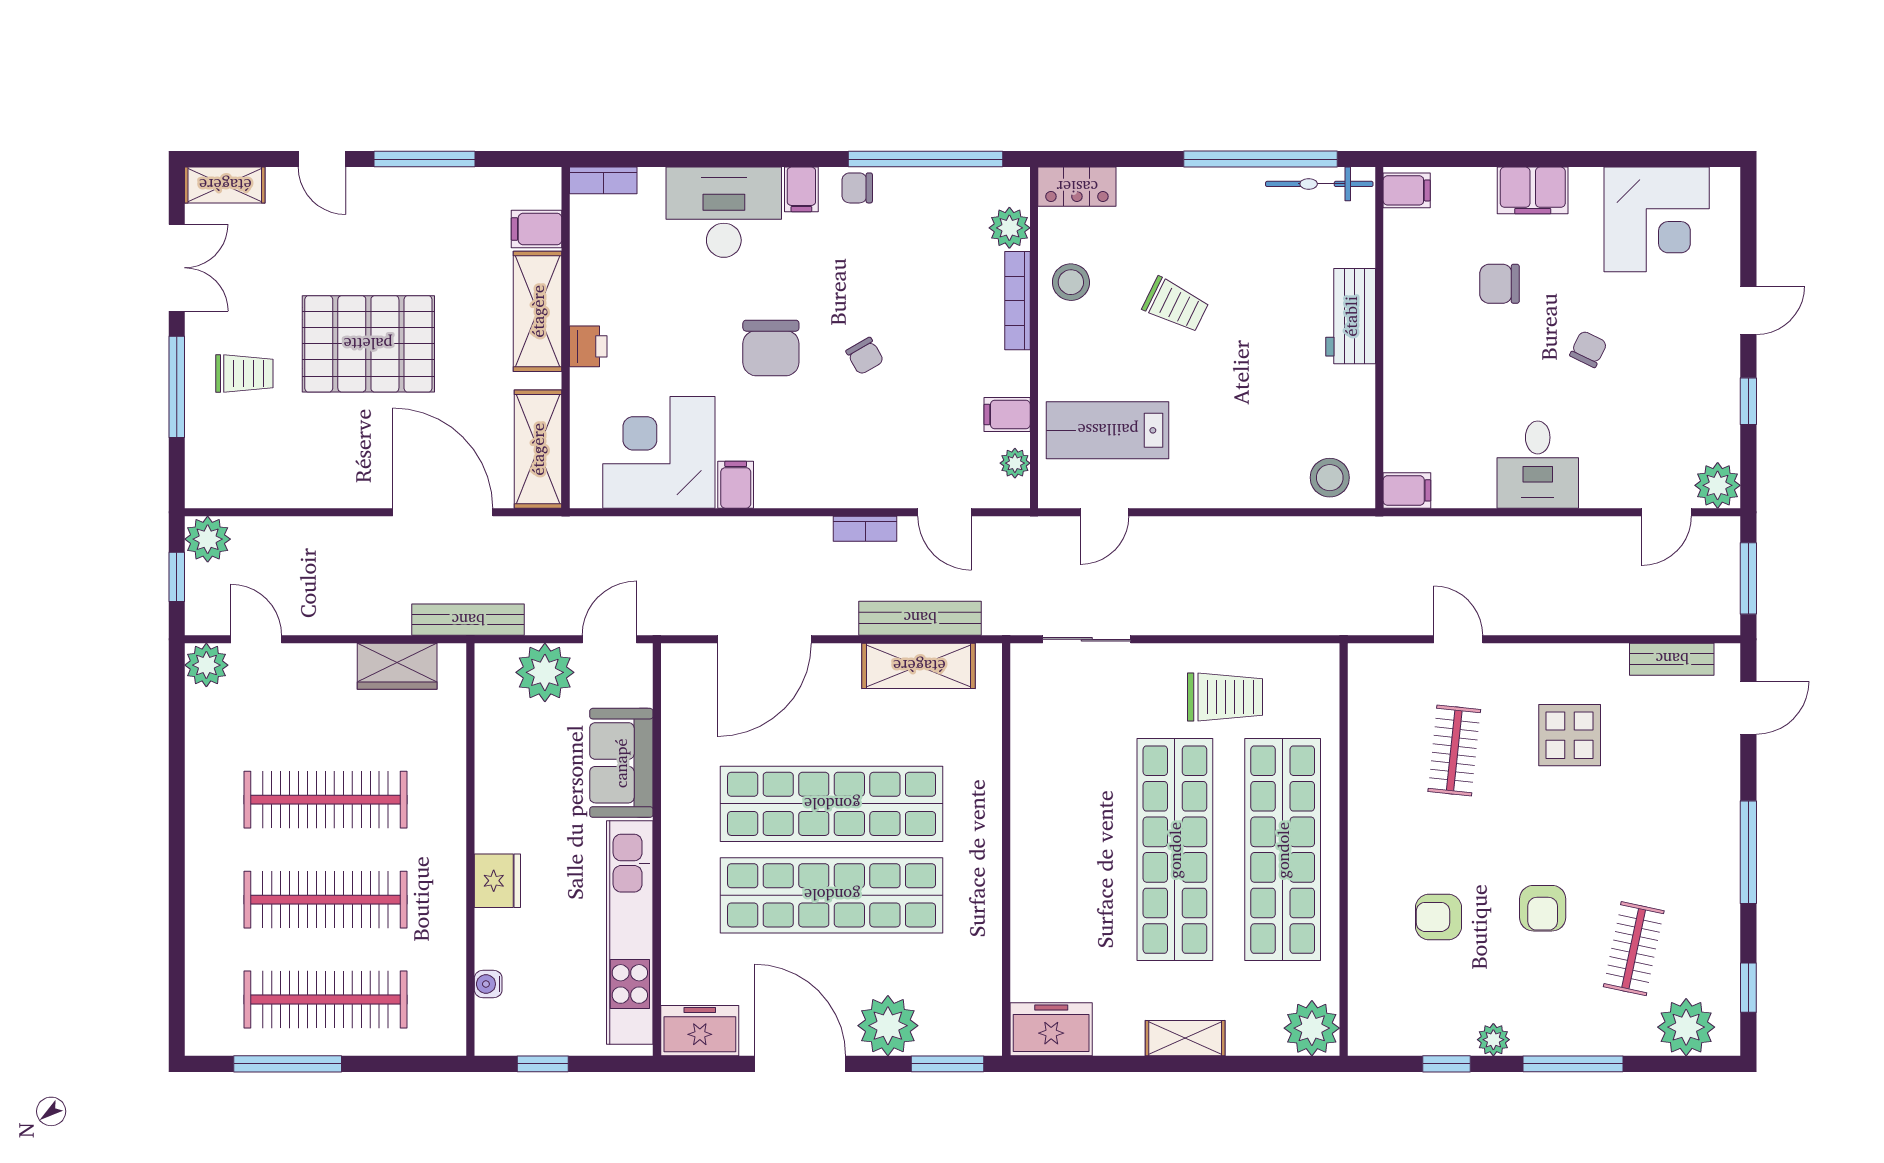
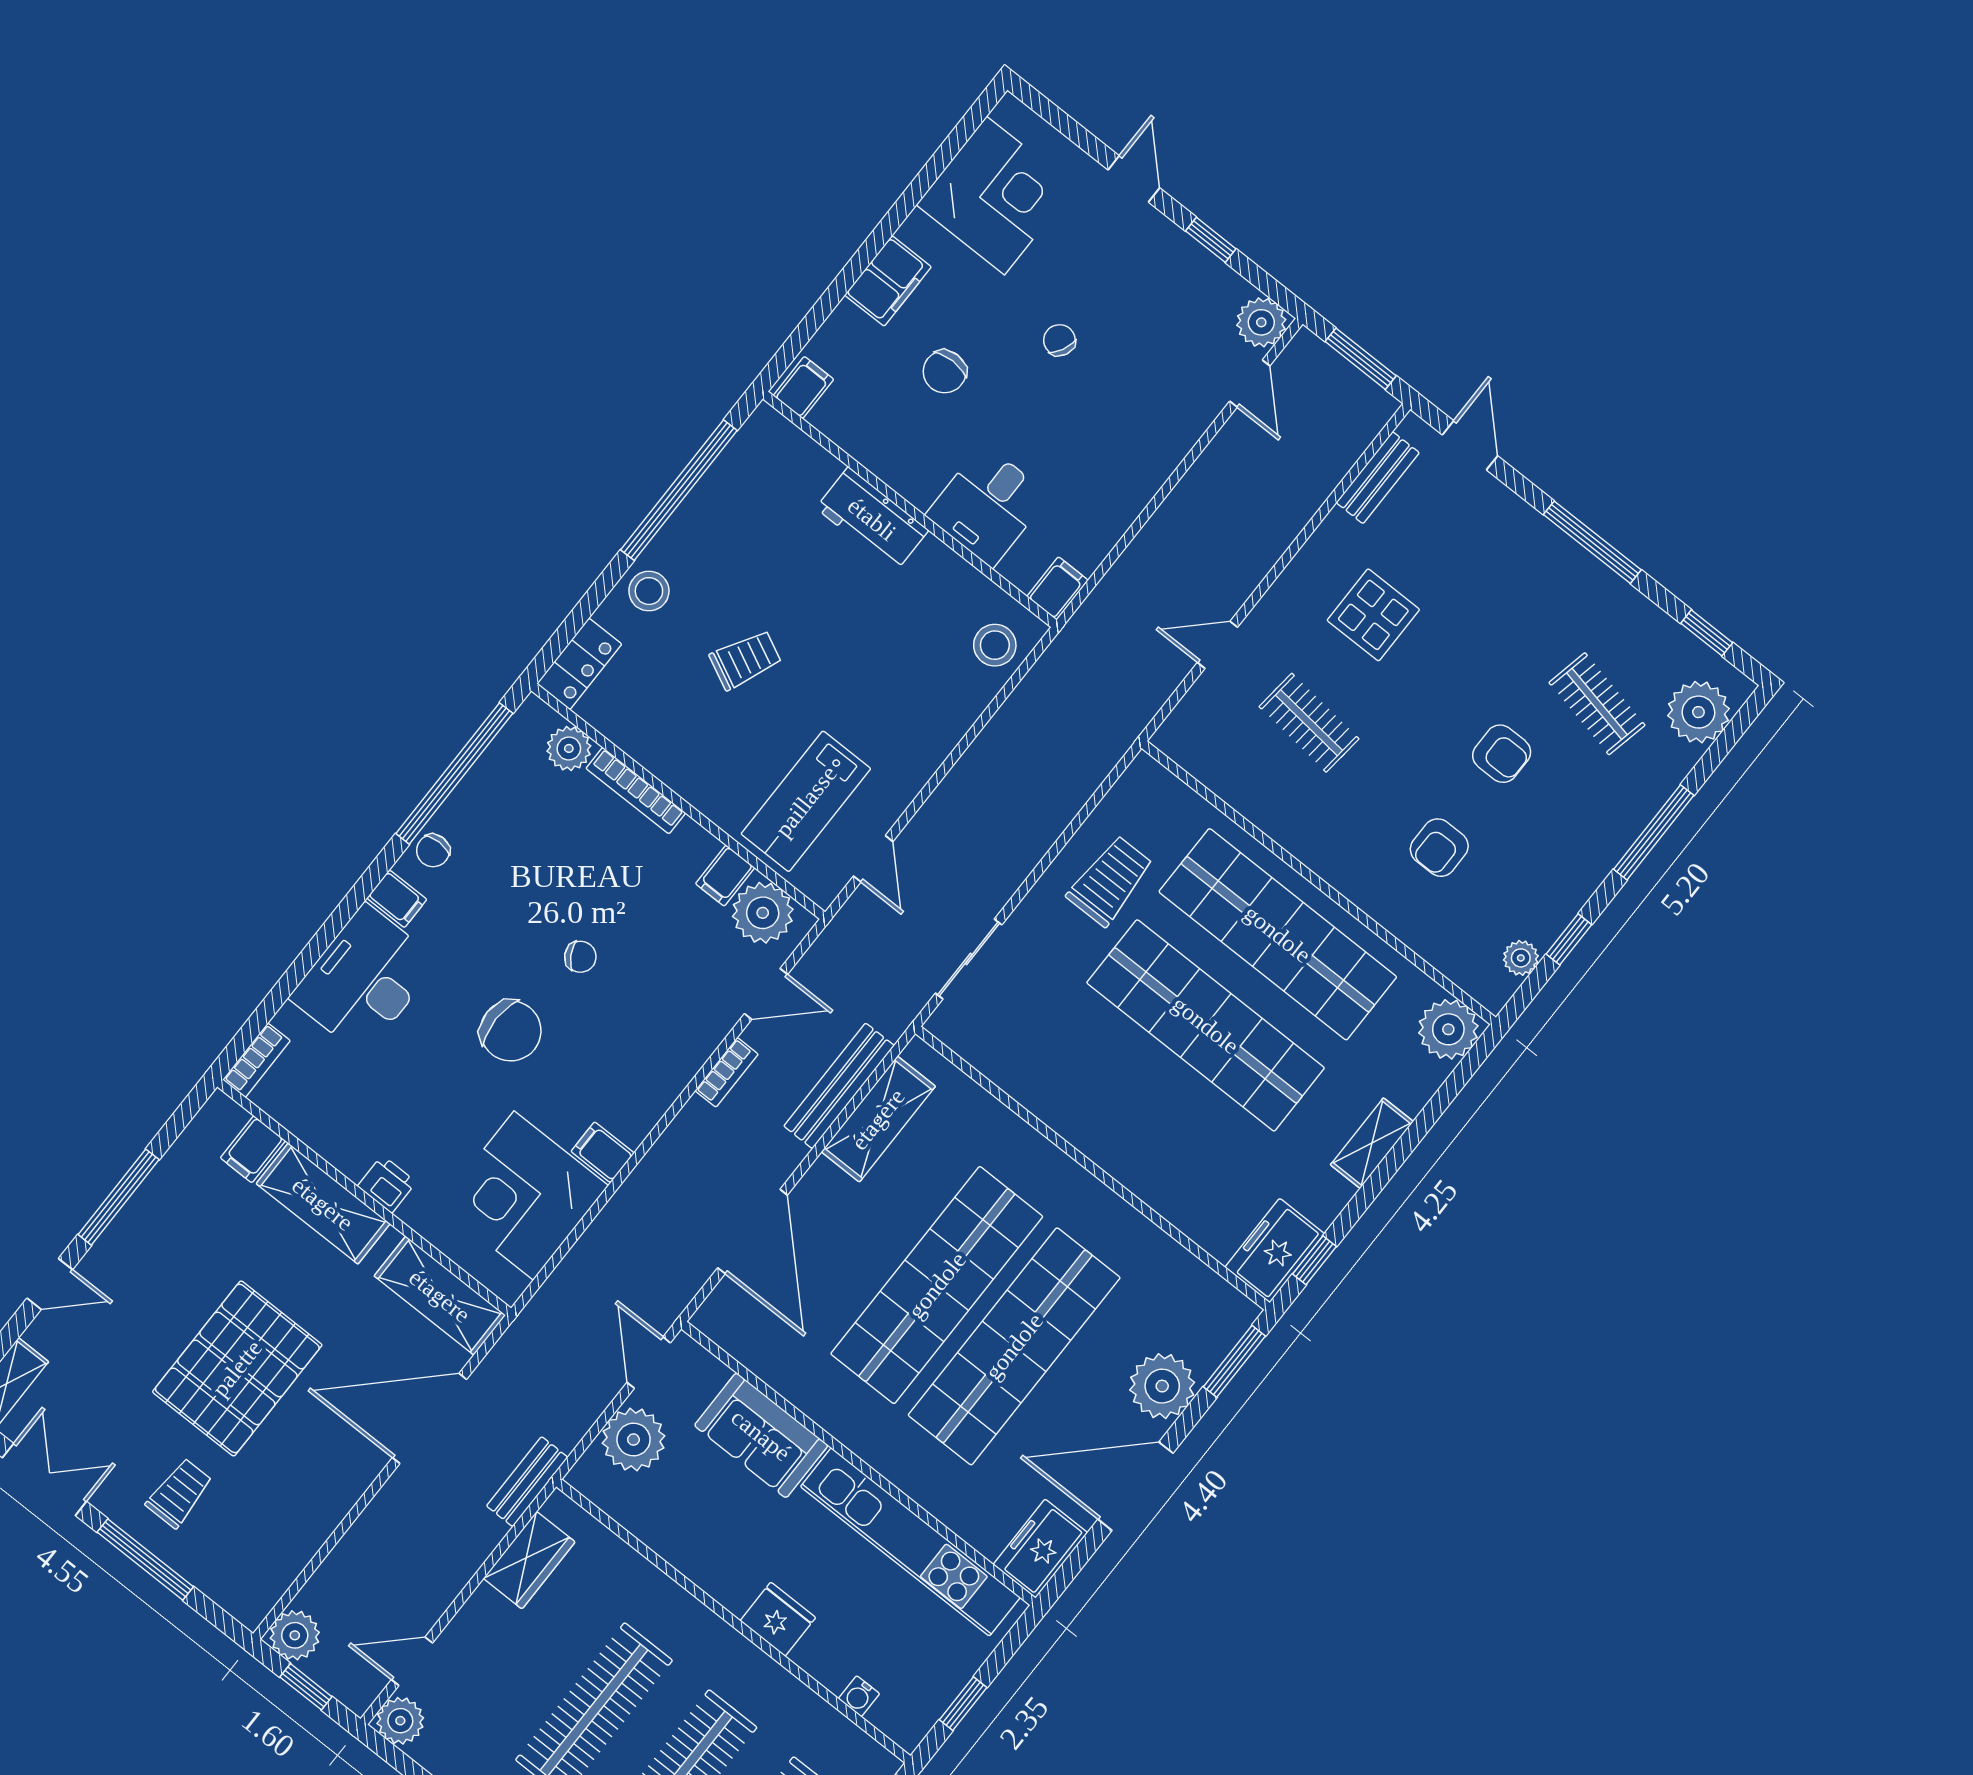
bicycle: (1319, 184) -> (739, 457), removed
stool: (1071, 282) -> (649, 591), moved
plant: (1015, 463) -> (763, 913), width x1.87, depth x1.87
desk: (1538, 465) -> (988, 506), moved, turned 90
bench: (468, 620) -> (527, 1482), width x0.73
plant: (1493, 1040) -> (1521, 958), moved
window: (1067, 1064) -> (1315, 1260), added

